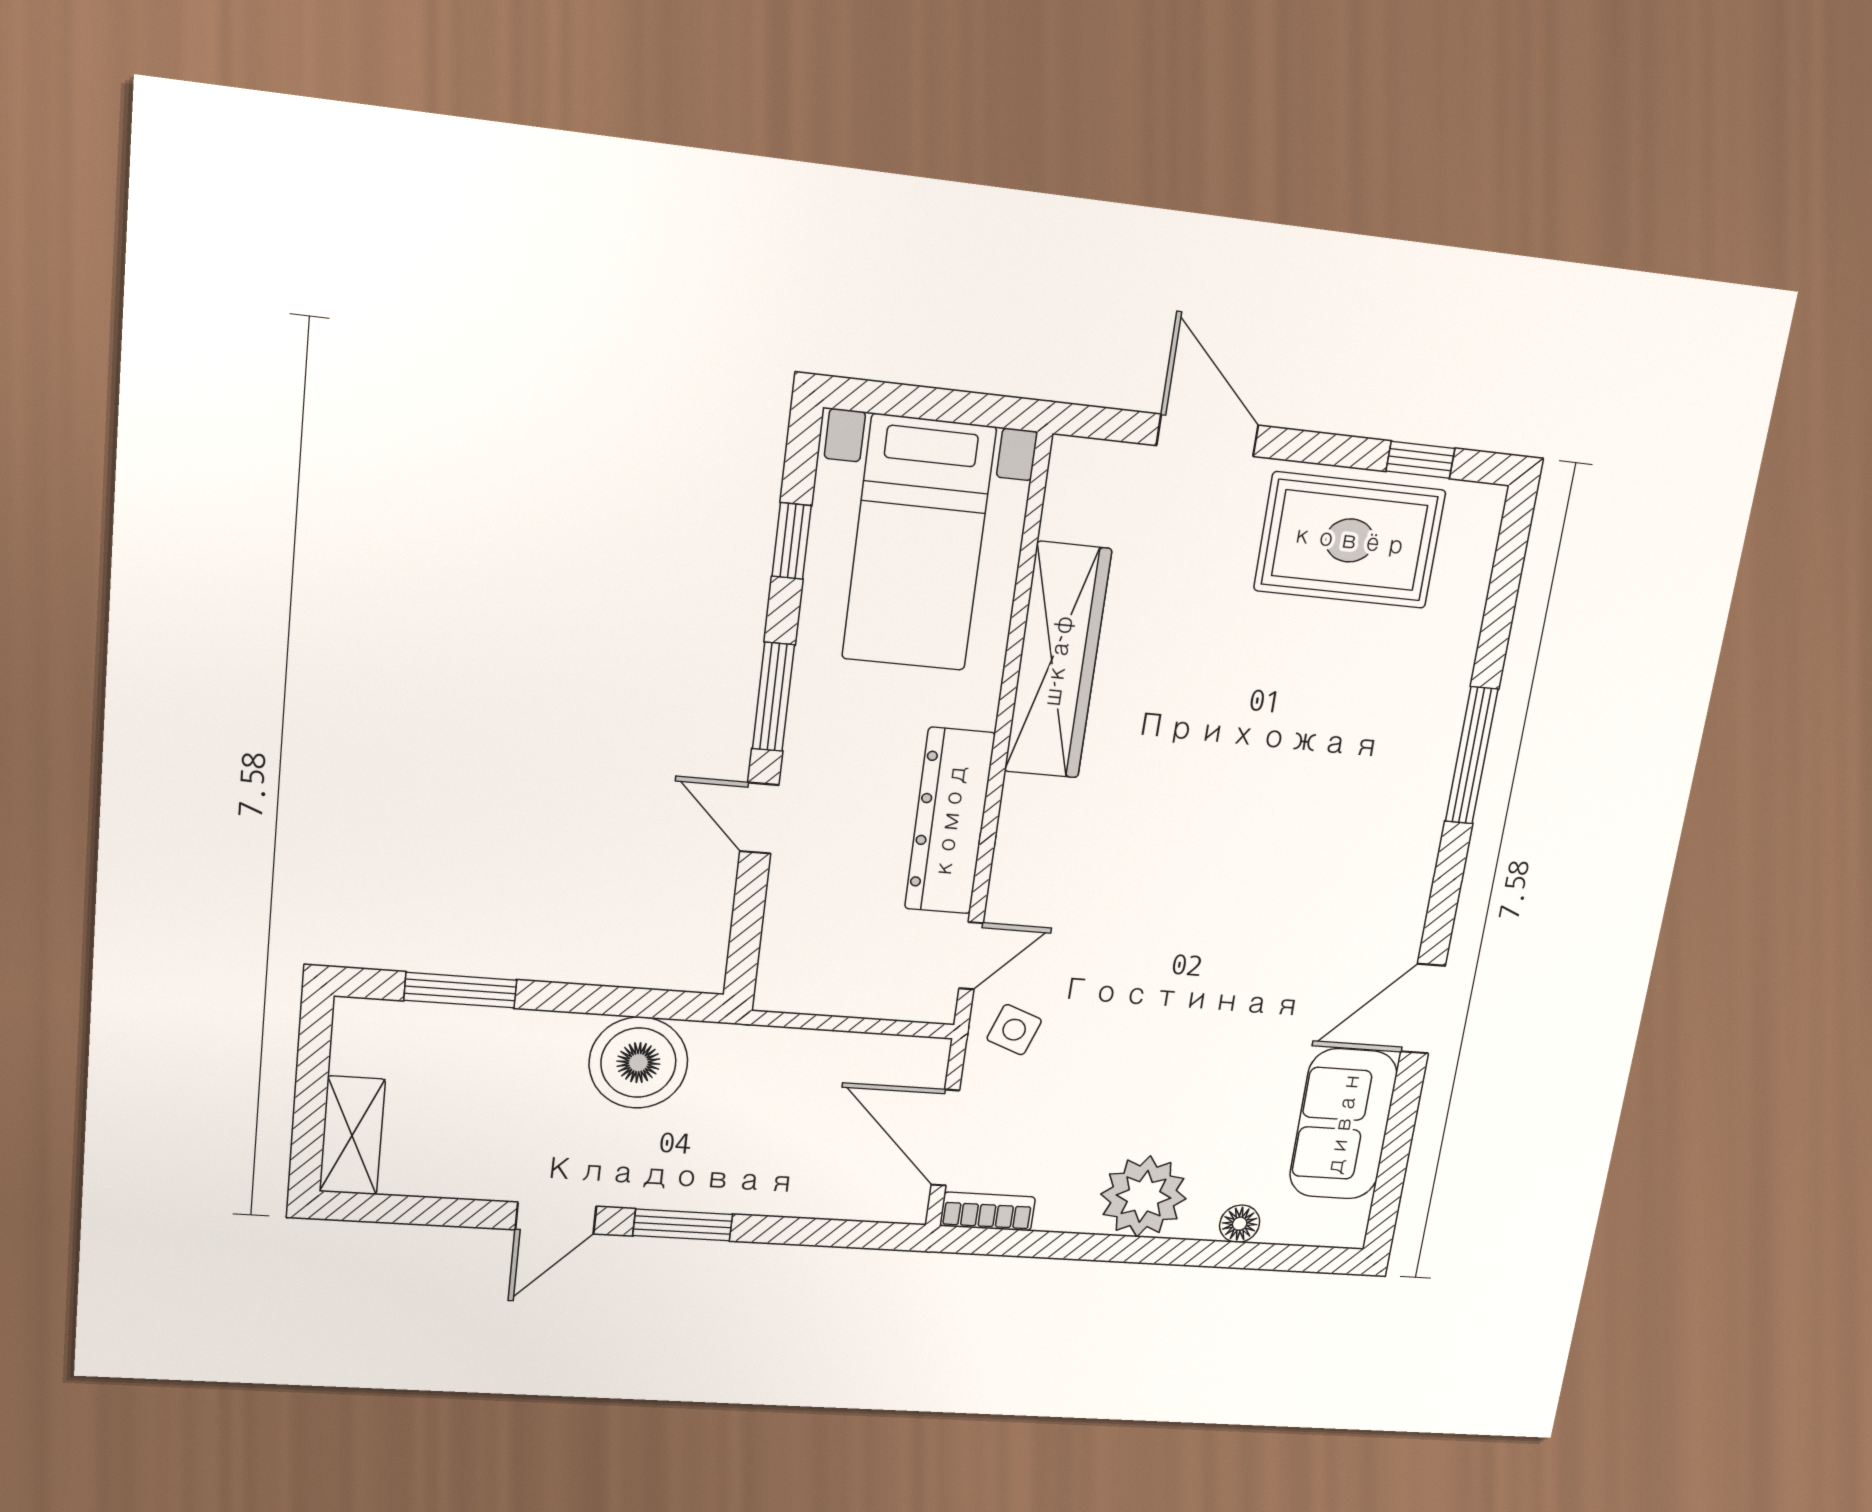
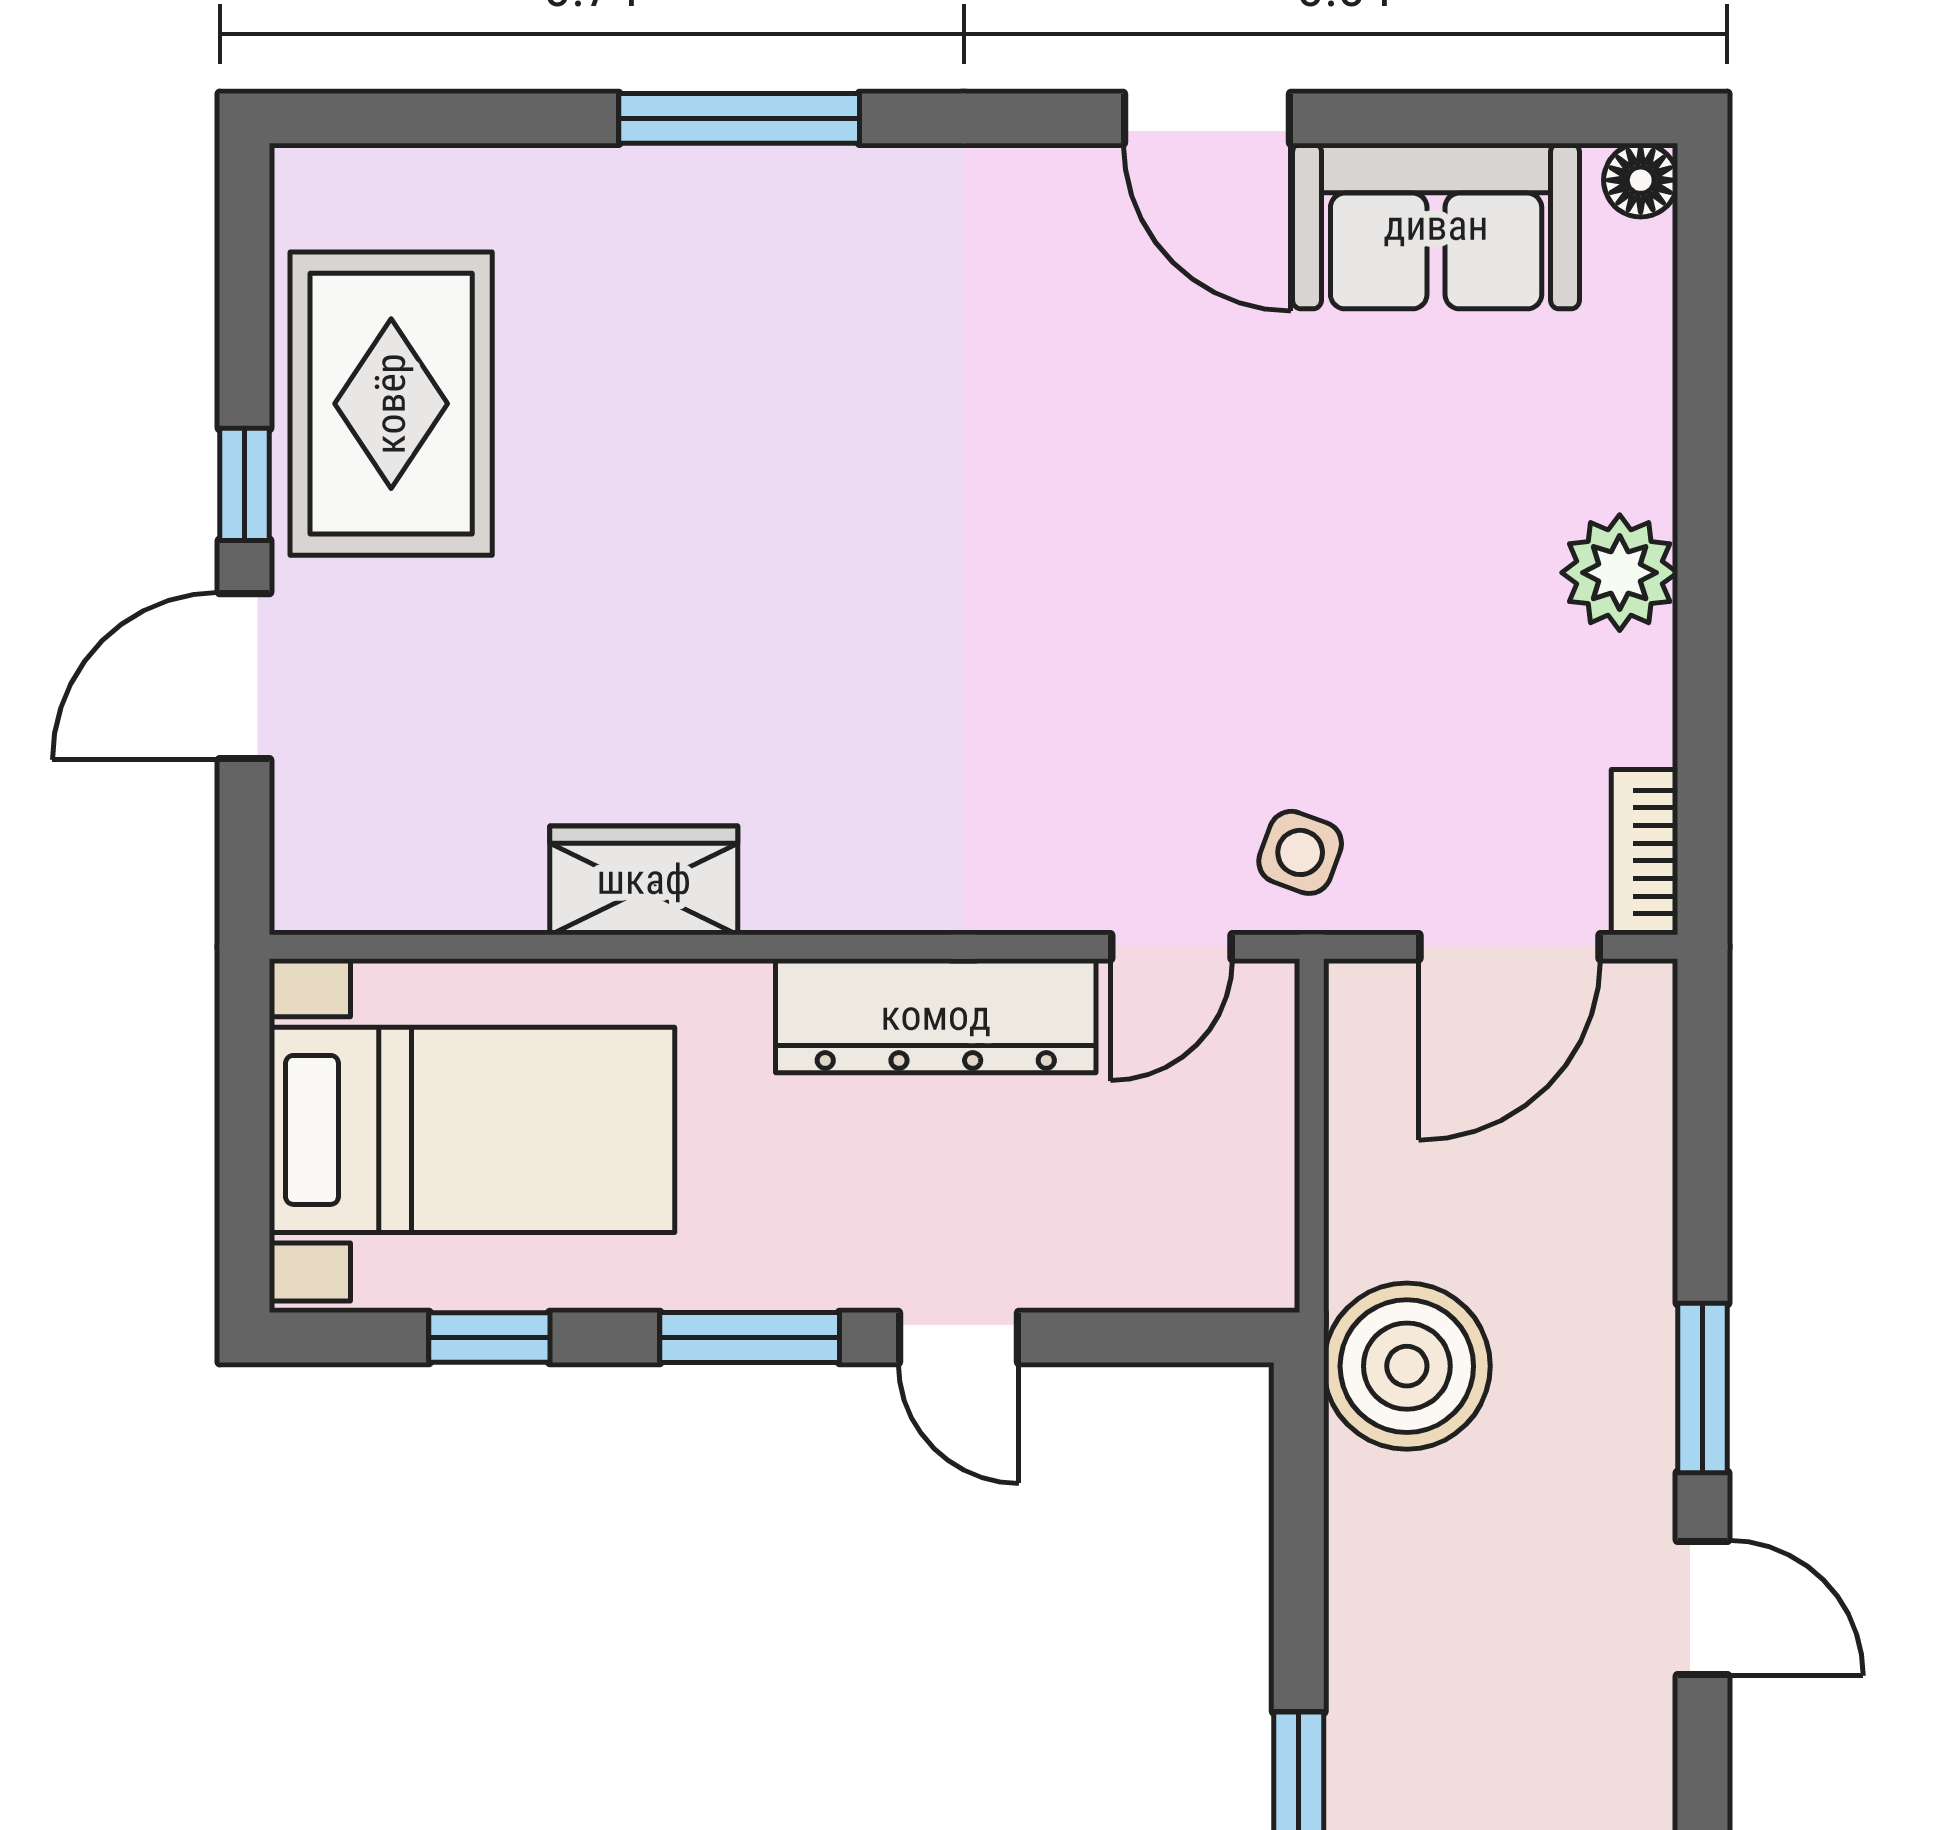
window: (1420, 460) -> (245, 484), moved
wardrobe: (1058, 661) -> (644, 880), width x0.48, depth x0.85
door: (759, 818) -> (958, 1338), hinge flipped
door: (971, 956) -> (1171, 947), swing flipped
boiler: (638, 1063) -> (1407, 1366), moved
plant: (1144, 1196) -> (1620, 573), width x0.73, depth x0.73
floor lamp: (1240, 1224) -> (1641, 180), moved

